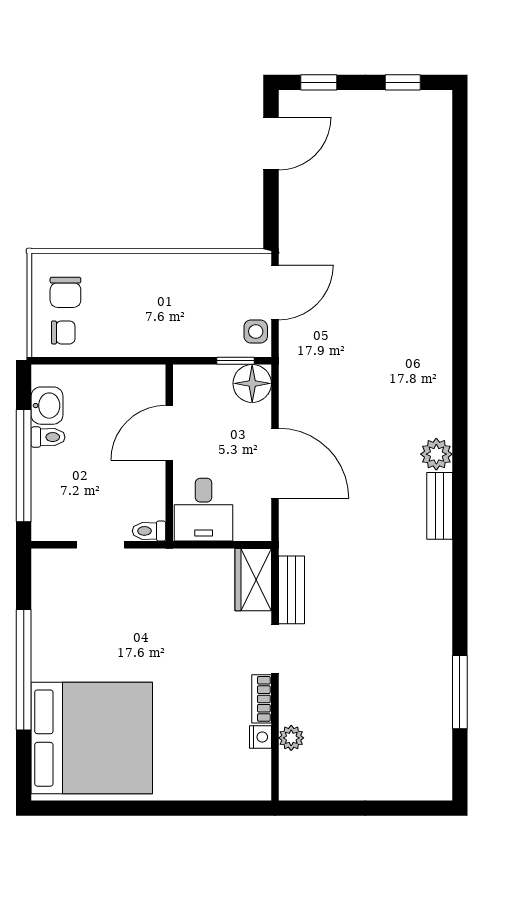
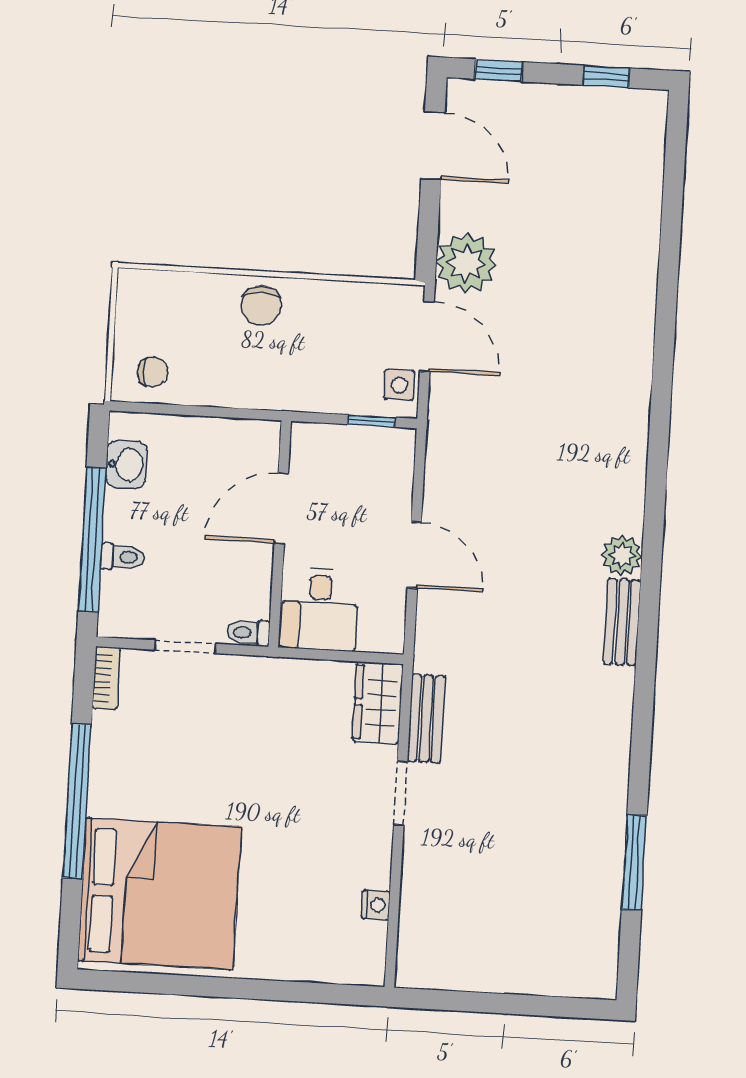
door: (271, 144) -> (433, 145), hinge flipped
chair: (65, 292) -> (261, 305), moved
door: (275, 293) -> (427, 336), hinge flipped
floor lamp: (252, 383) -> (391, 451), removed
toilet: (48, 437) -> (123, 557), moved
door: (275, 463) -> (414, 555), width x0.73
bookcase: (262, 699) -> (106, 678), moved, turned 180
plant: (291, 738) -> (466, 263), moved, width x1.88, depth x1.88

